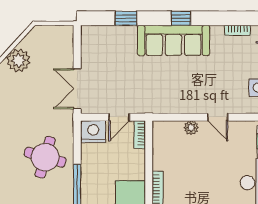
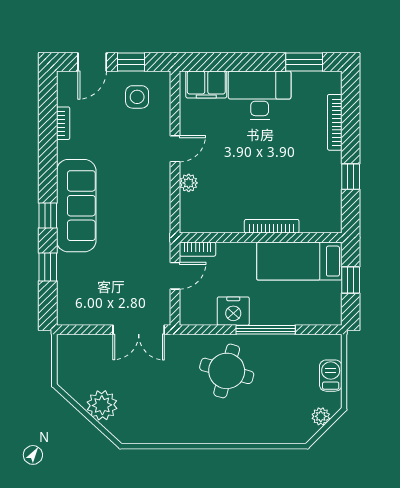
window: (181, 18) -> (48, 216), moved
door: (119, 117) -> (175, 276), hinge flipped
nightstand: (93, 132) -> (233, 311), moved, turned -90

